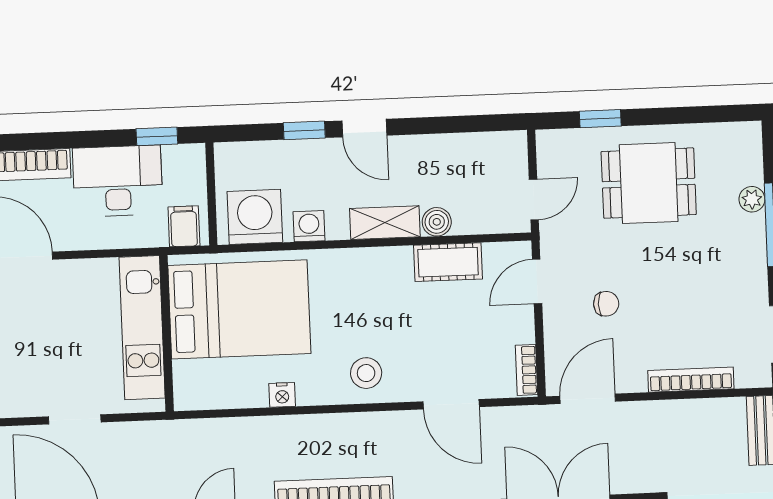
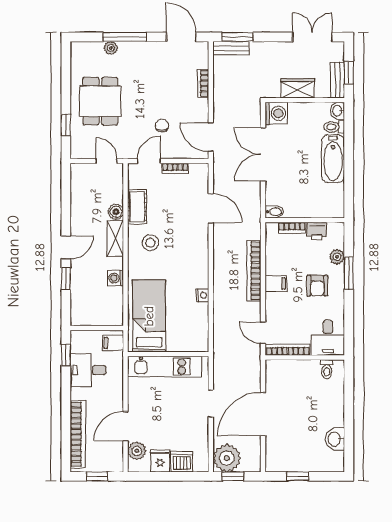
desk: (118, 181) -> (88, 370), width x0.73
washing machine: (255, 217) -> (110, 306), removed
door: (537, 281) -> (149, 161), swing flipped
bed: (239, 309) -> (149, 316), width x0.67
bookcase: (527, 370) -> (175, 168), moved
stool: (366, 373) -> (150, 243), moved
bookcase: (691, 380) -> (203, 83), width x0.64
door: (451, 404) -> (211, 208), hinge flipped

